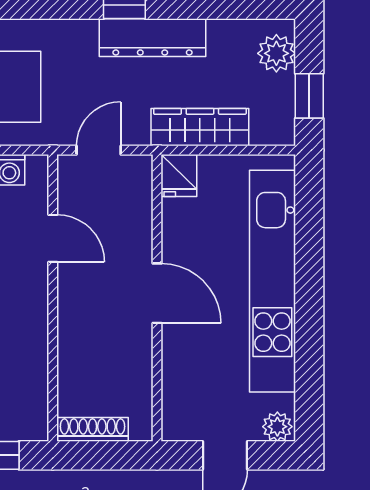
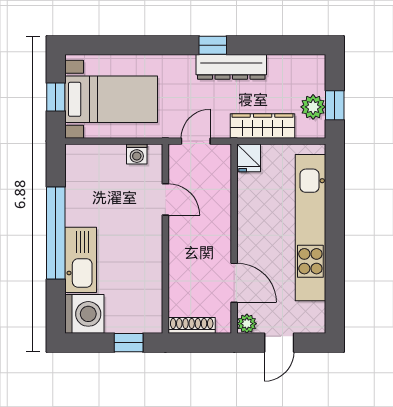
plant: (276, 53) -> (313, 107), moved
door: (157, 293) -> (234, 283), moved
plant: (277, 427) -> (247, 324), moved

